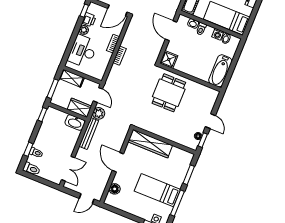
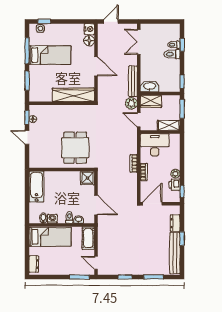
desk: (83, 51) -> (155, 145), moved, turned -90
toilet: (31, 169) -> (172, 54), moved
nightstand: (110, 200) -> (89, 29), added

